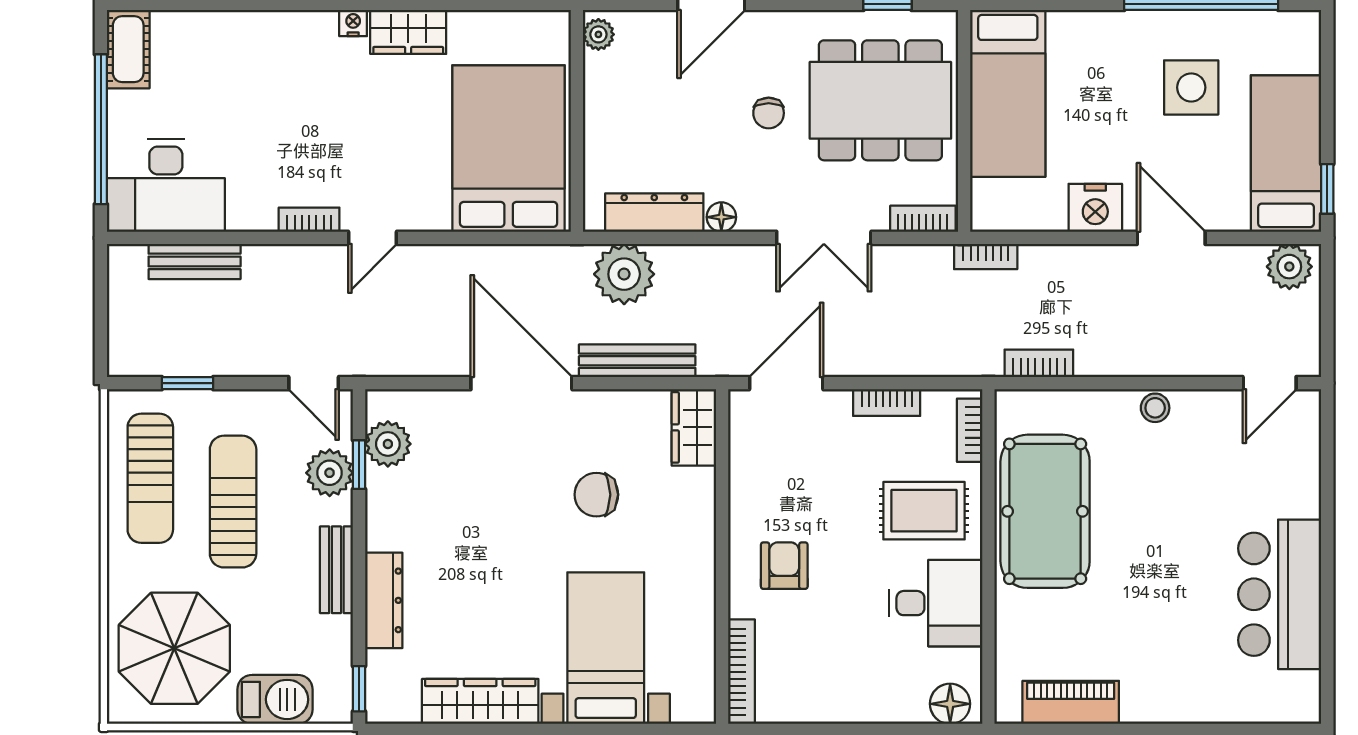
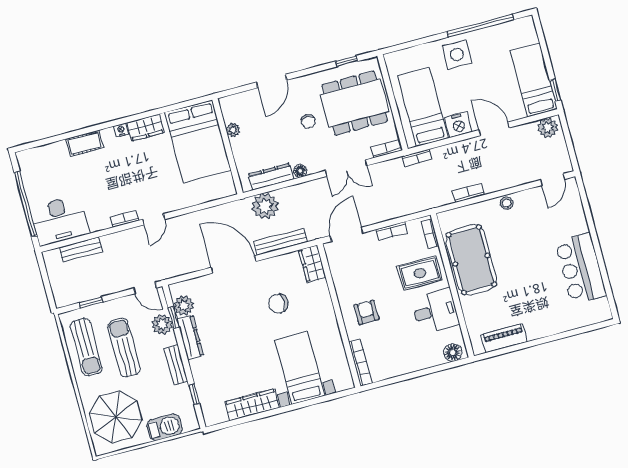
plant: (598, 34) -> (233, 130), moved
cot: (128, 49) -> (85, 143), moved, turned 90
side table: (1191, 87) -> (457, 54), moved
bed: (1008, 93) -> (423, 107), moved, turned 180
bed: (509, 149) -> (198, 142), moved, turned 180
bookcase: (1039, 363) -> (468, 193), moved
dresser: (384, 600) -> (190, 337), moved
window: (359, 689) -> (194, 394), moved

